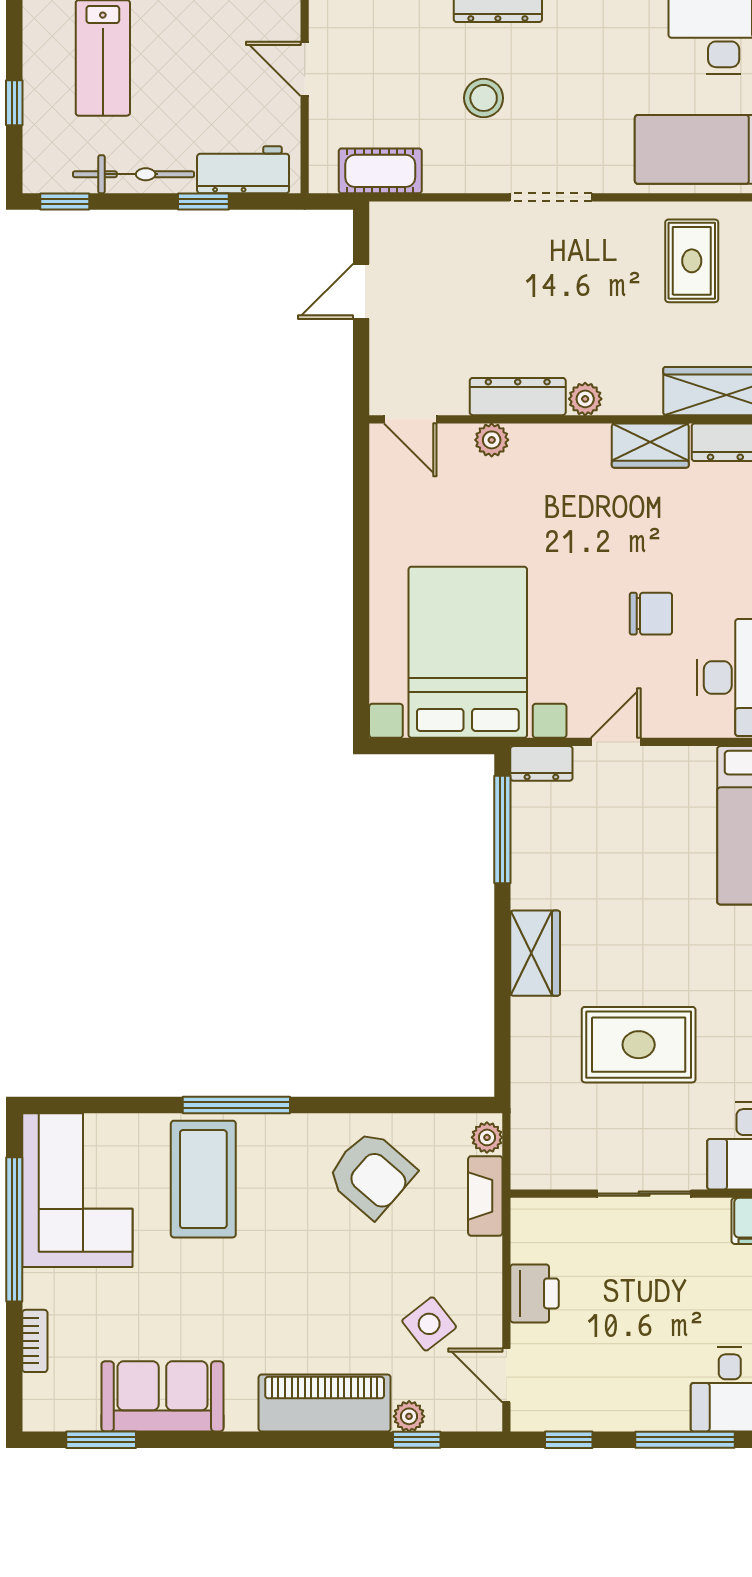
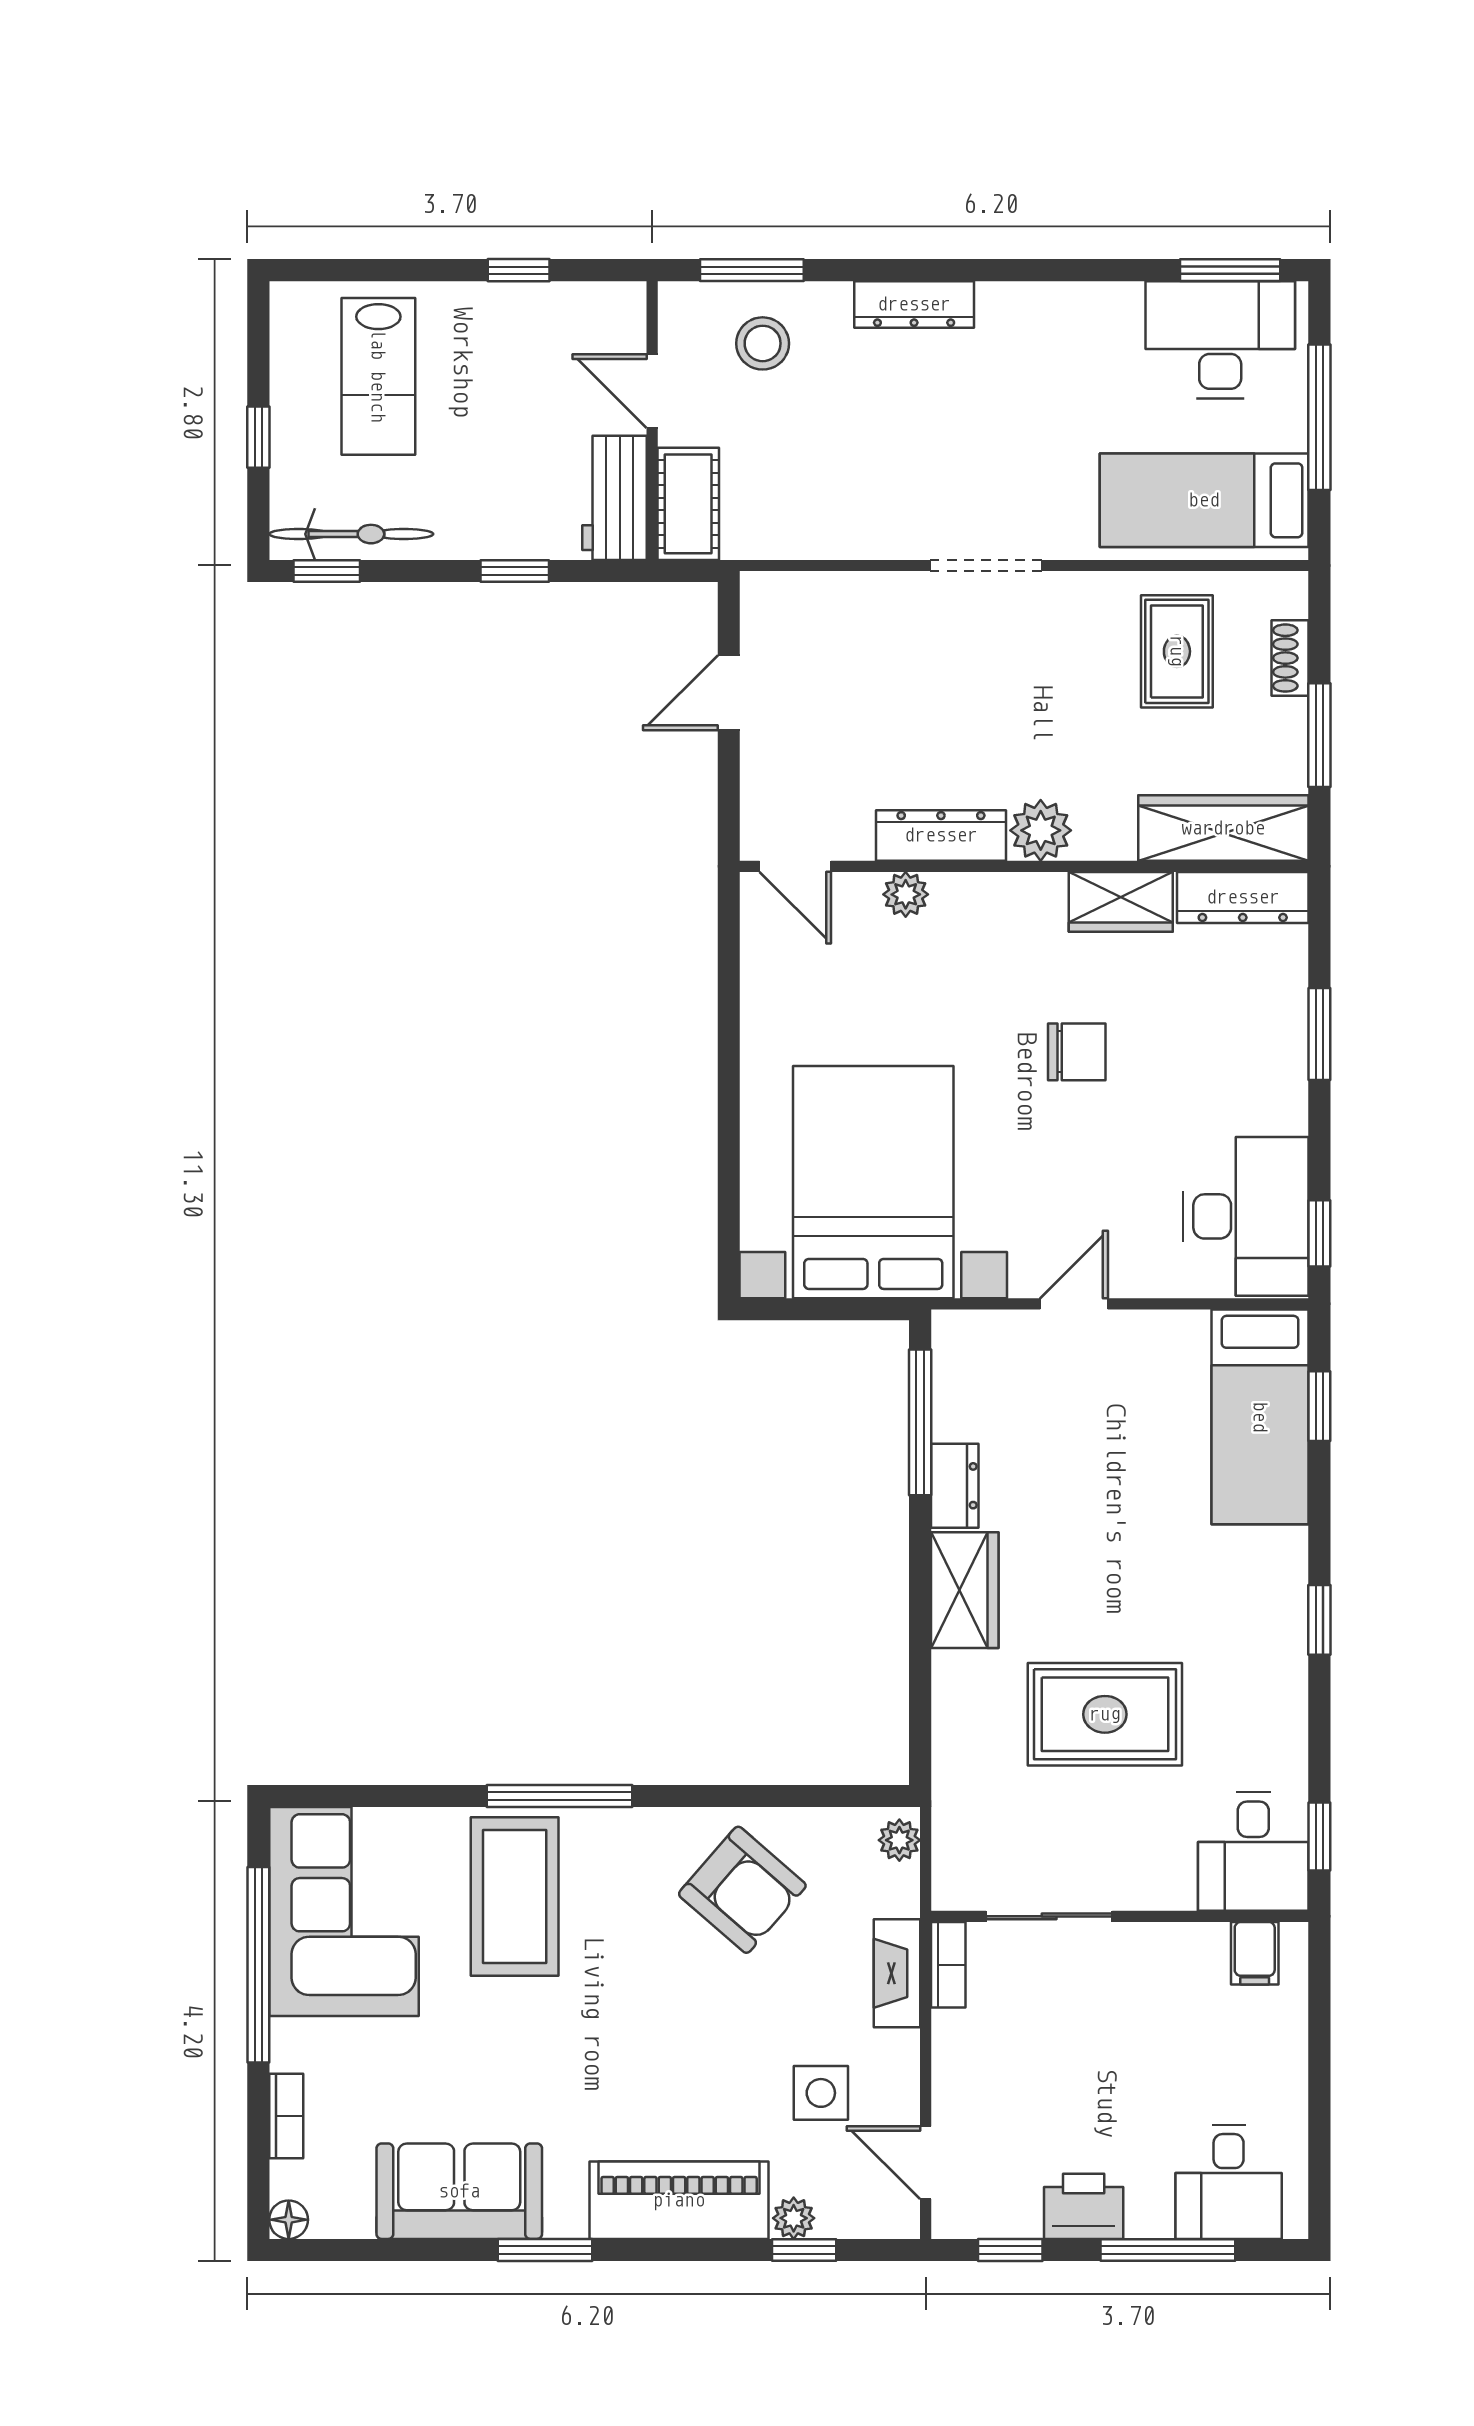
stool: (484, 98) -> (763, 343), moved
workbench: (243, 170) -> (615, 498), moved, turned -90
cot: (380, 171) -> (688, 504), moved, turned 90
bicycle: (134, 174) -> (351, 534), moved
plant: (585, 399) -> (1041, 830), width x1.38, depth x1.38
chair: (651, 614) -> (1077, 1052), moved
dresser: (541, 763) -> (955, 1486), moved, turned -90
sliding door: (644, 1194) -> (1049, 1916), moved
fireplace: (485, 1196) -> (897, 1973), moved
bookcase: (523, 1229) -> (948, 1965), added
printer: (534, 1293) -> (1084, 2206), moved, turned -90
side table: (429, 1324) -> (821, 2093), turned 38
floor lamp: (37, 1417) -> (289, 2220), added
window: (101, 1440) -> (545, 2250), moved

